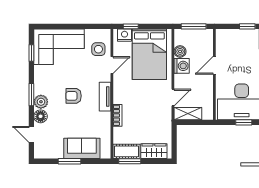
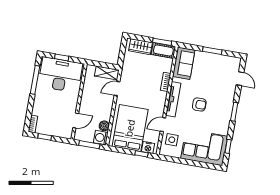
door: (214, 65) -> (76, 121), moved
washing machine: (182, 66) -> (101, 138), moved
tv unit: (105, 97) -> (173, 99), width x1.41
plant: (41, 102) -> (227, 104), removed
floor lamp: (41, 116) -> (230, 92), removed
sofa: (82, 148) -> (184, 63), moved, turned -90

